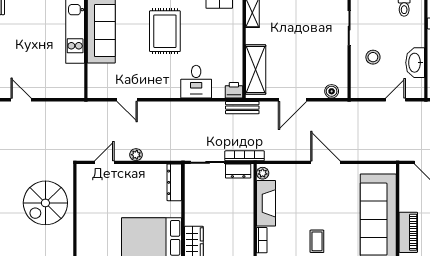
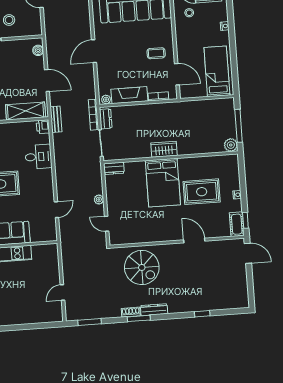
dresser: (174, 182) -> (114, 168), width x0.70

